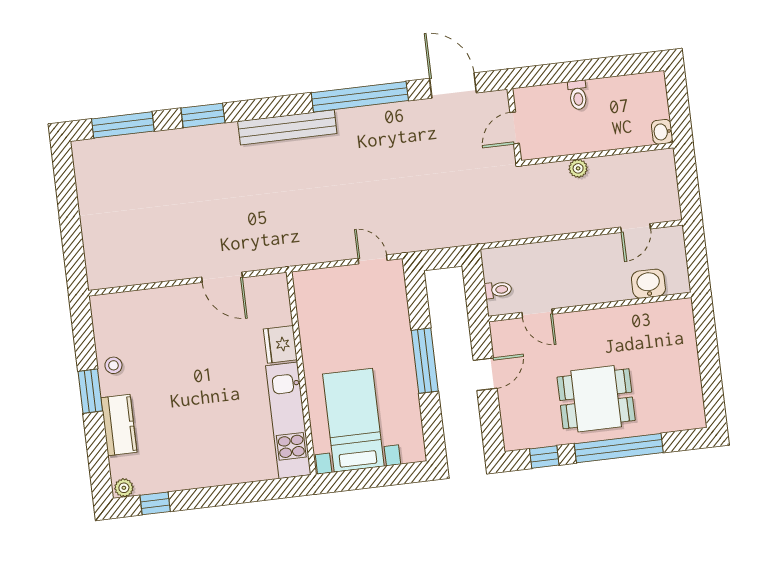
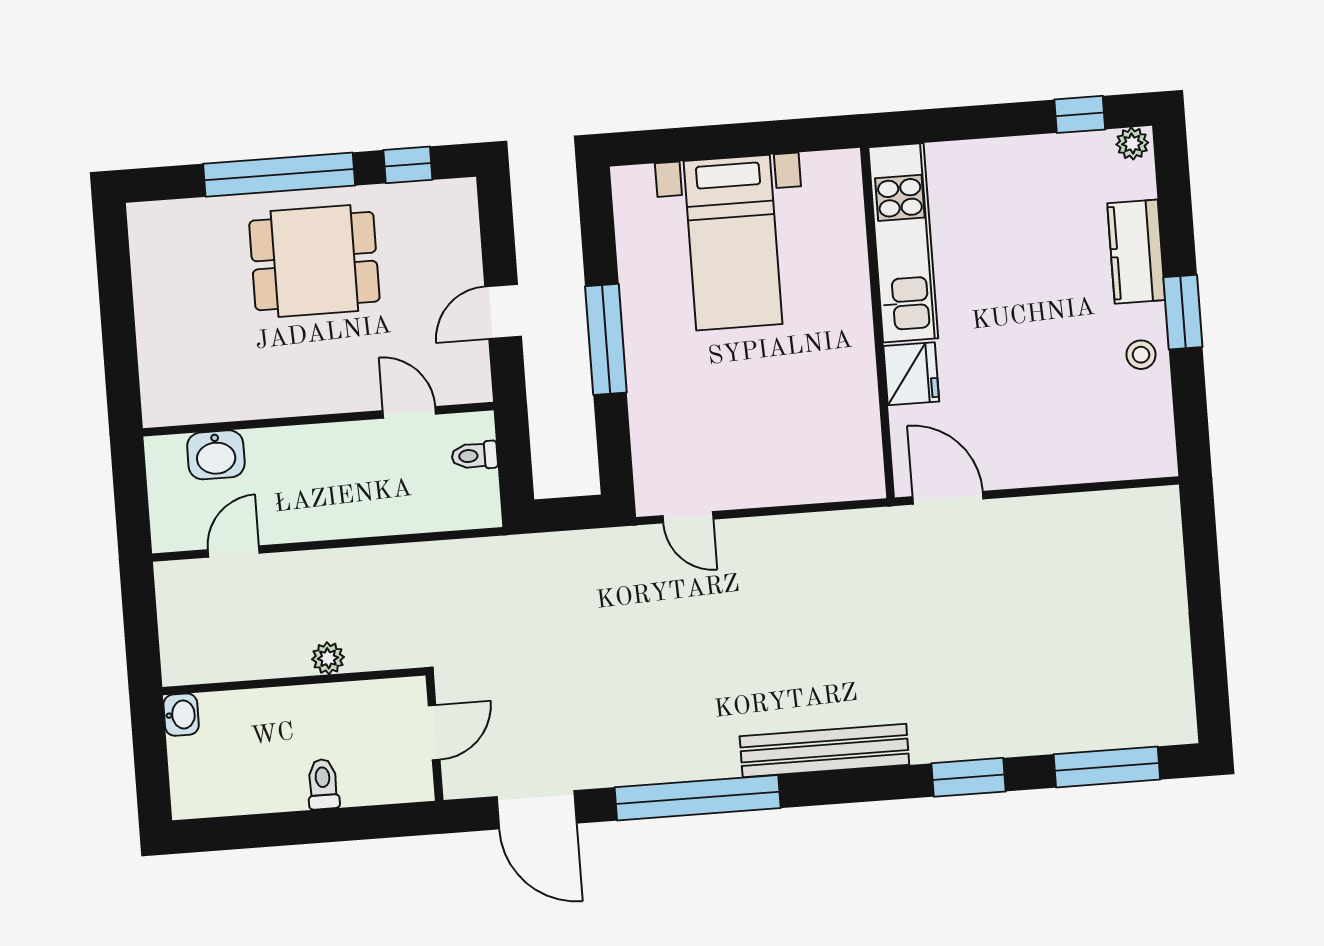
fridge: (280, 344) -> (911, 374), moved
wall: (301, 373) -> (877, 323), moved
kitchen unit: (288, 420) -> (903, 243), moved

